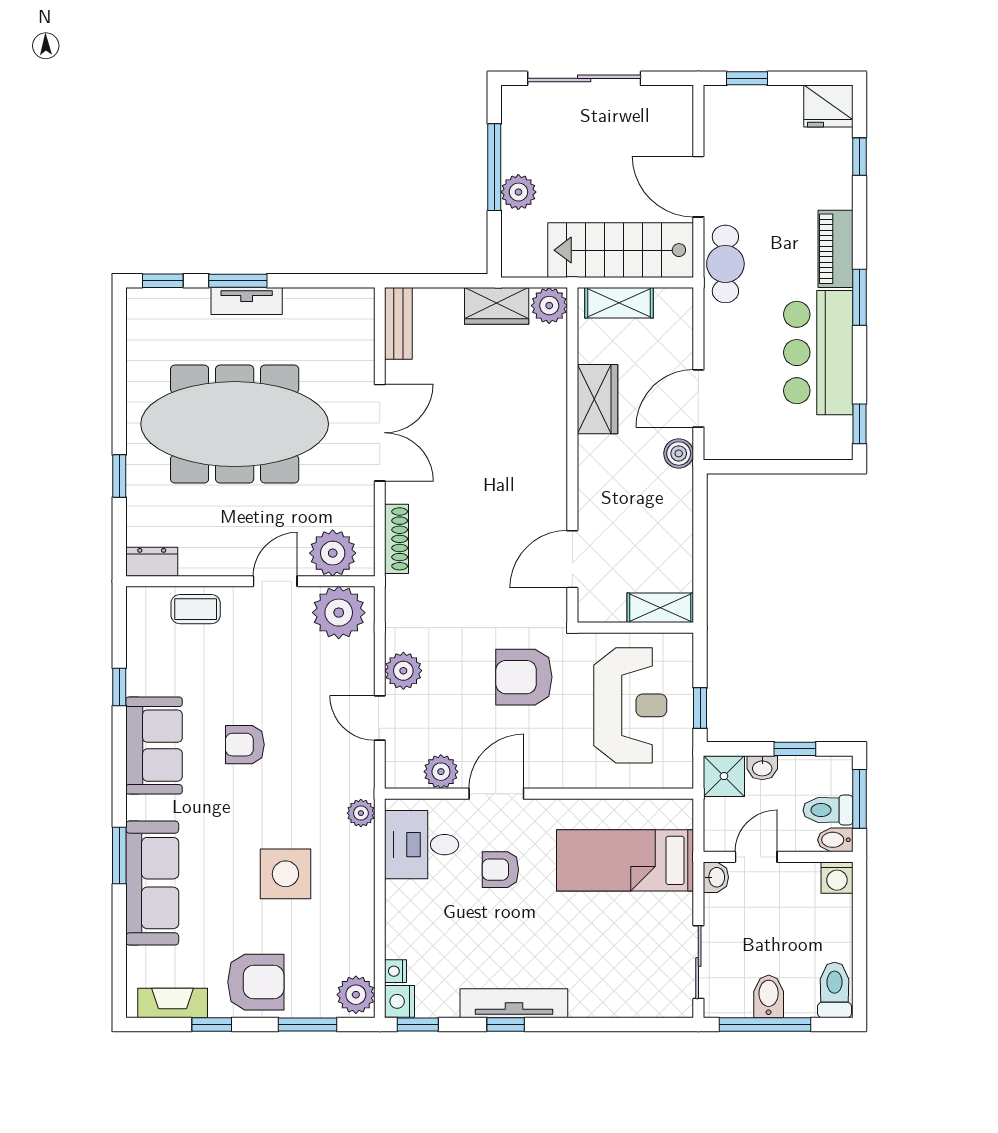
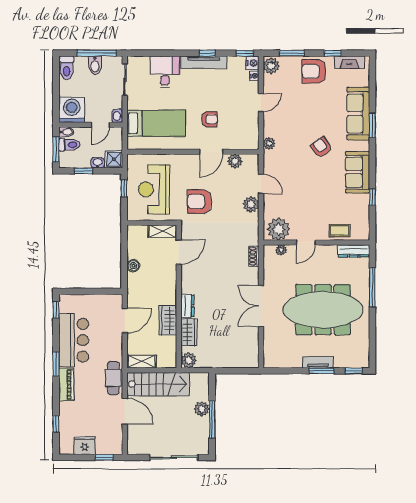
fridge: (828, 106) -> (85, 446), moved
shelving: (619, 303) -> (141, 361), moved
wardrobe: (497, 306) -> (189, 332), moved, turned 90
bench: (398, 323) -> (253, 353), removed
dresser: (552, 433) -> (187, 306), added
boiler: (679, 453) -> (133, 266), moved
window: (119, 476) -> (372, 287), width x2.17
shoe rack: (397, 539) -> (254, 256), width x0.70
plant: (333, 553) -> (281, 250), width x0.53, depth x0.53
dresser: (152, 562) -> (354, 251), width x1.44
shelving: (660, 608) -> (162, 231), moved
armchair: (524, 677) -> (199, 202), turned 180
armchair: (245, 745) -> (321, 147), moved, turned -126
desk: (422, 845) -> (165, 72), moved, turned -90
side table: (285, 874) -> (301, 117), removed
washing machine: (837, 878) -> (72, 110), width x1.89, depth x1.89
door: (380, 909) -> (261, 102), added

